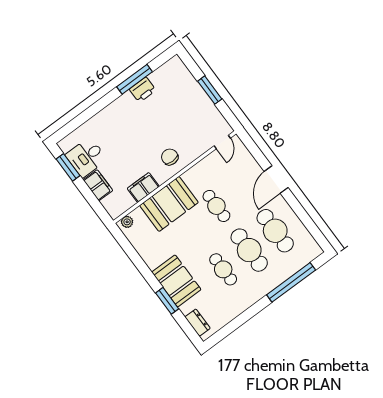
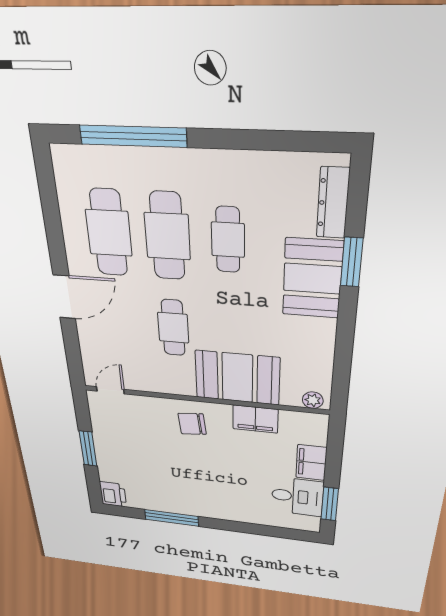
printer: (143, 90) -> (113, 494), moved, turned 90
chair: (170, 157) -> (192, 424), turned 84
dresser: (198, 323) -> (333, 203), width x1.44

